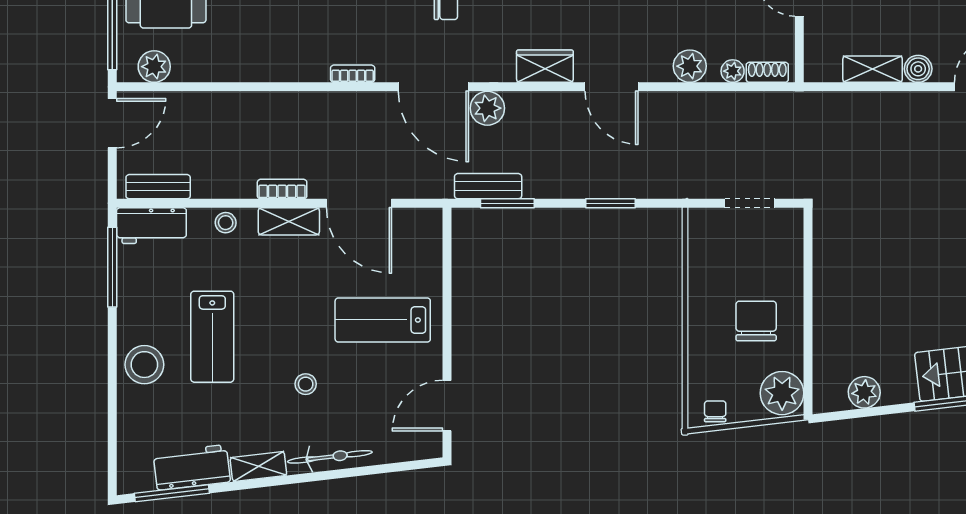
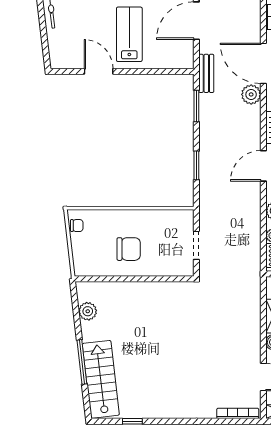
door: (433, 87) -> (263, 63), hinge flipped
bench: (488, 186) -> (206, 73), moved
plant: (782, 393) -> (87, 264), removed
door: (447, 406) -> (99, 71), moved

